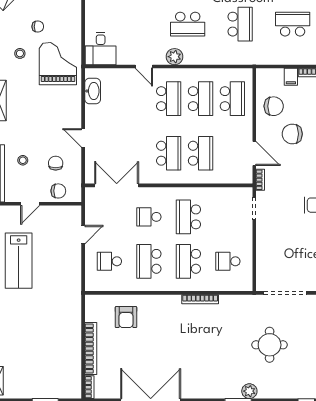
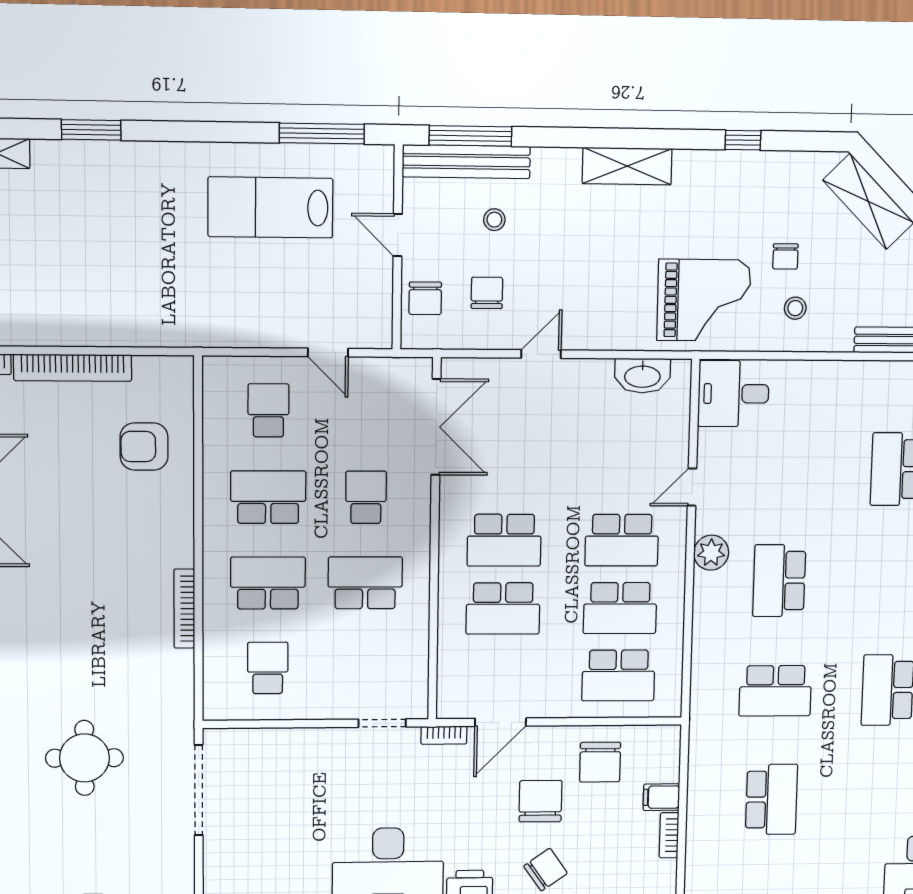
stool: (20, 53) -> (795, 308), moved
chair: (56, 163) -> (487, 293), turned -90

